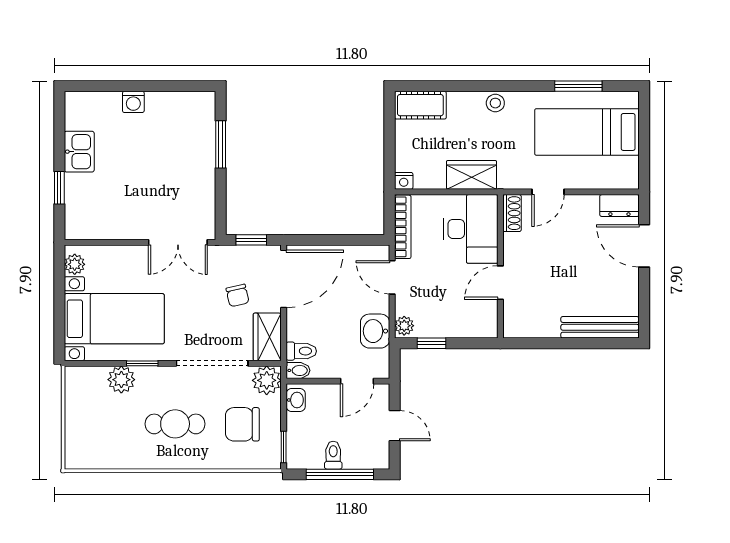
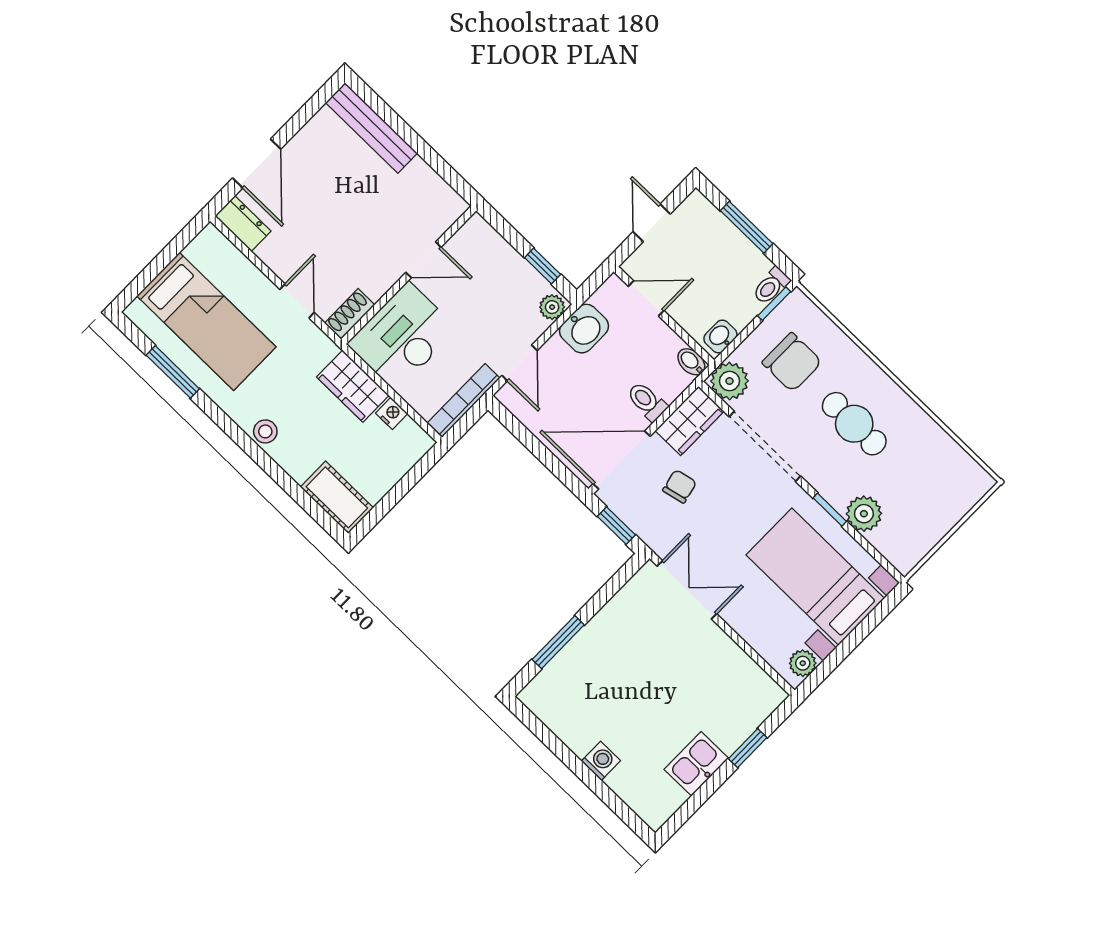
nightstand: (404, 181) -> (392, 413), moved
door: (548, 192) -> (297, 301), hinge flipped
toilet: (301, 351) -> (647, 401), moved
toilet: (333, 455) -> (771, 286), moved
window: (340, 474) -> (747, 227), width x0.69

